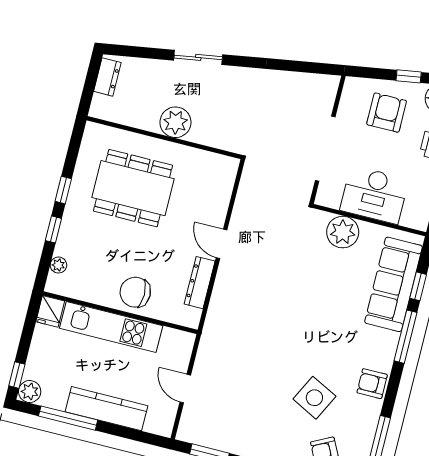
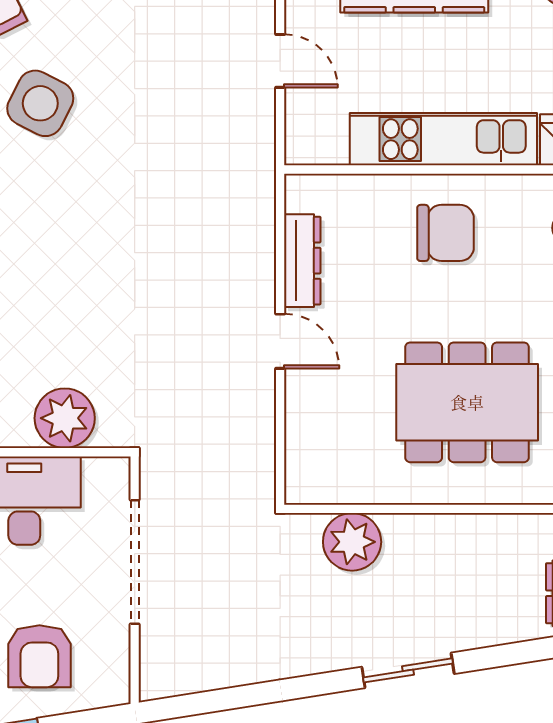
plant: (175, 122) -> (352, 542), moved
chair: (135, 292) -> (446, 233), moved

